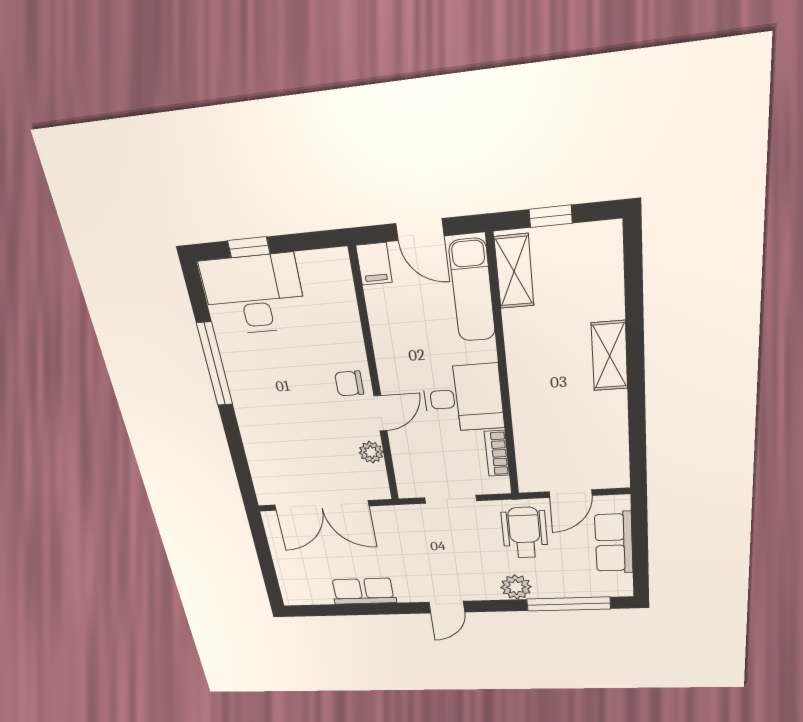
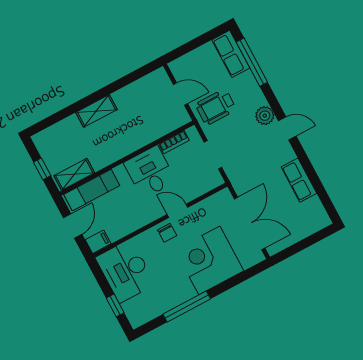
desk: (254, 295) -> (125, 271), moved
corner desk: (282, 428) -> (209, 260), added
plant: (371, 452) -> (203, 208), removed
row of seats: (614, 543) -> (231, 54), moved, turned 90
plant: (516, 587) -> (265, 116), moved

